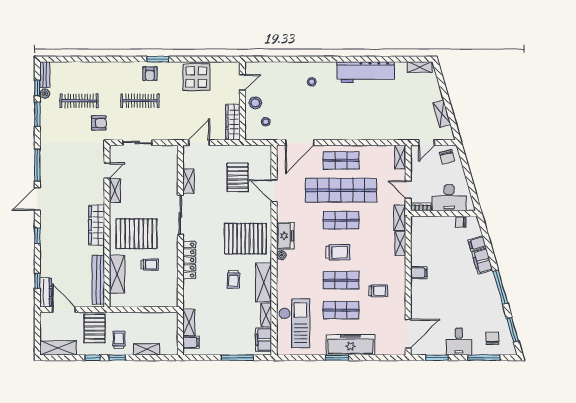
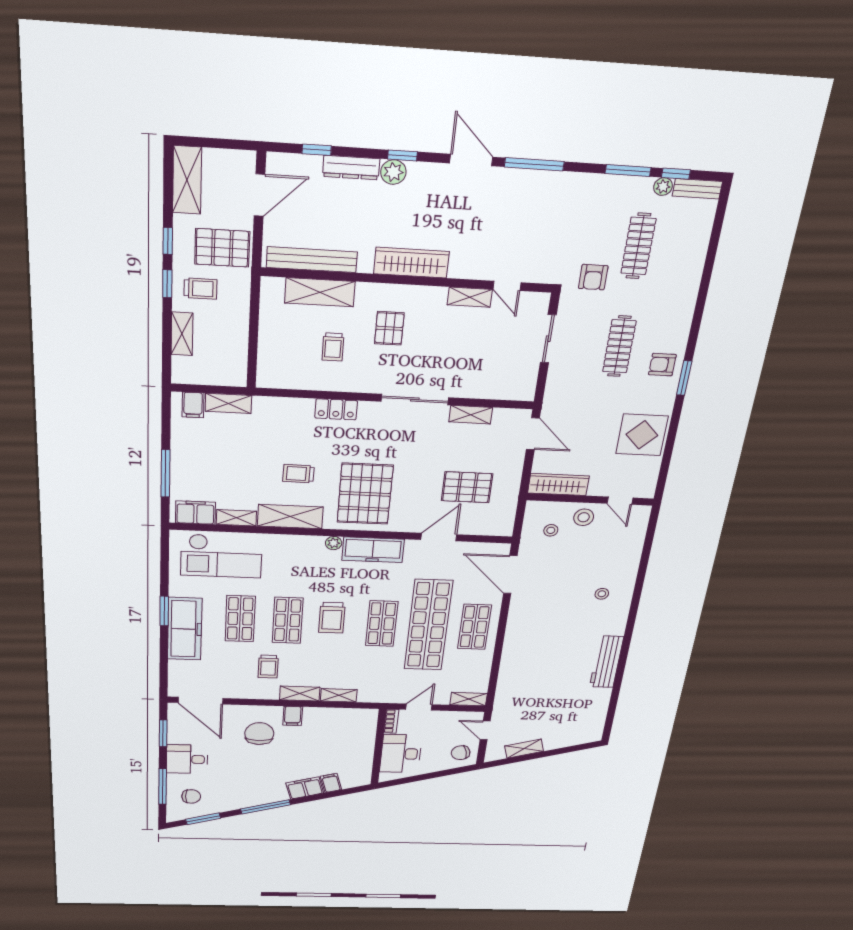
shelving: (420, 67) -> (596, 726), removed
workbench: (366, 72) -> (606, 662), width x0.73, depth x0.76
shelving: (400, 218) -> (300, 694), moved
chair: (461, 222) -> (259, 734), moved, width x1.87, depth x1.87
pallet: (136, 234) -> (389, 328), width x0.49, depth x0.50
freezer: (285, 236) -> (373, 550), width x1.40
plant: (47, 240) -> (393, 172), added
locker: (189, 260) -> (336, 409), width x0.66
dresser: (46, 292) -> (351, 168), moved

